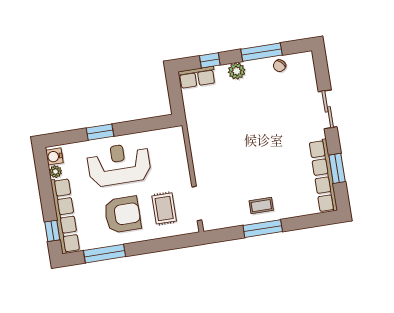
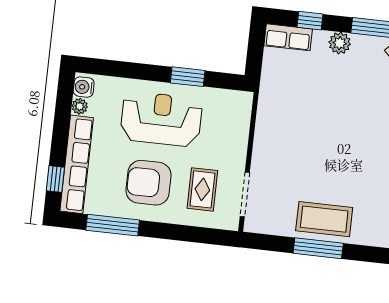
window: (100, 132) -> (188, 77), moved
coffee table: (261, 206) -> (324, 219), width x1.86, depth x1.72
armchair: (123, 215) -> (148, 183), turned 180

